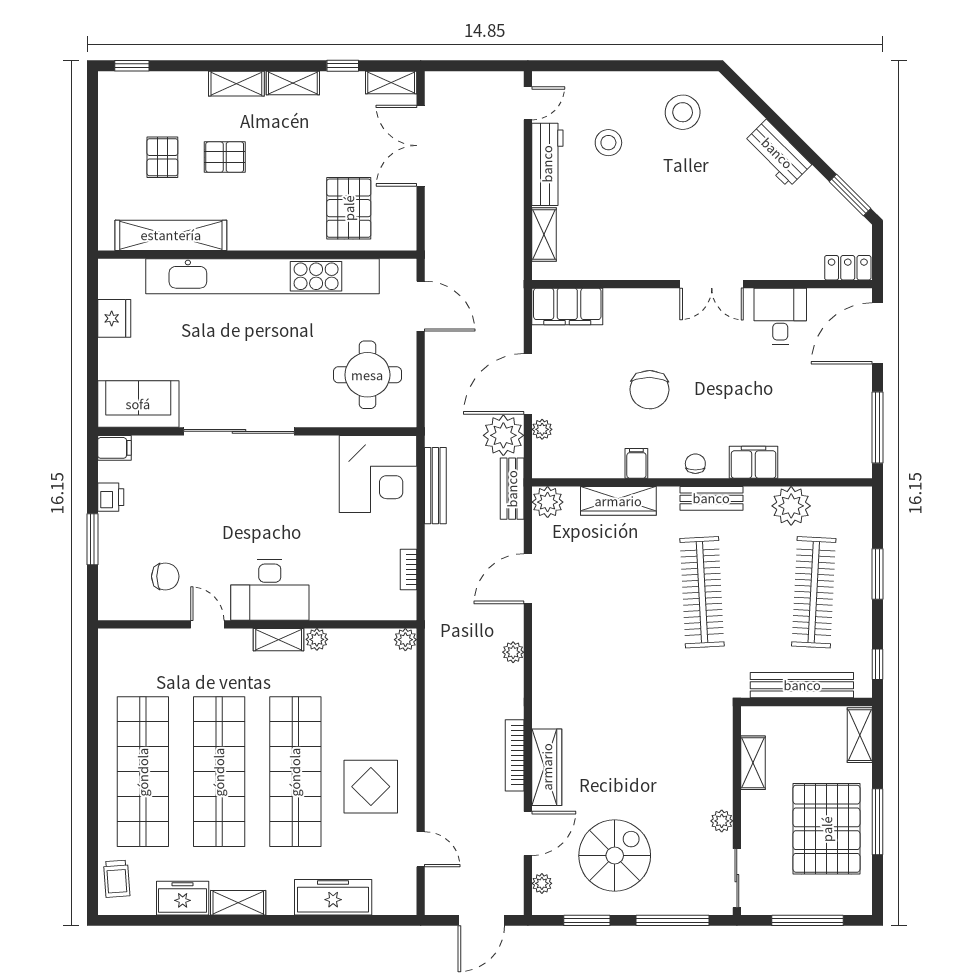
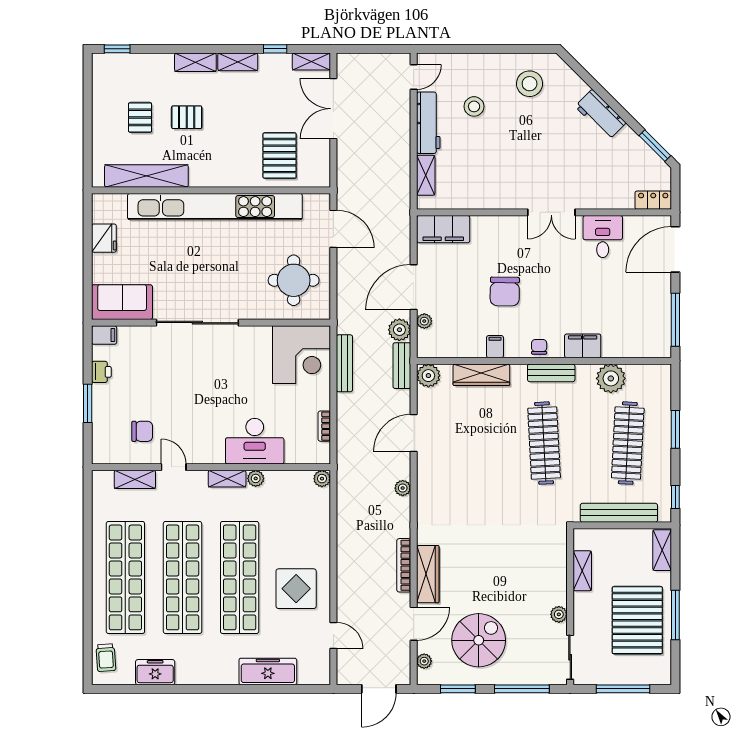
plant: (503, 435) -> (399, 330), width x0.73, depth x0.73
desk: (270, 590) -> (255, 441), moved
shelving: (238, 903) -> (135, 479), moved

